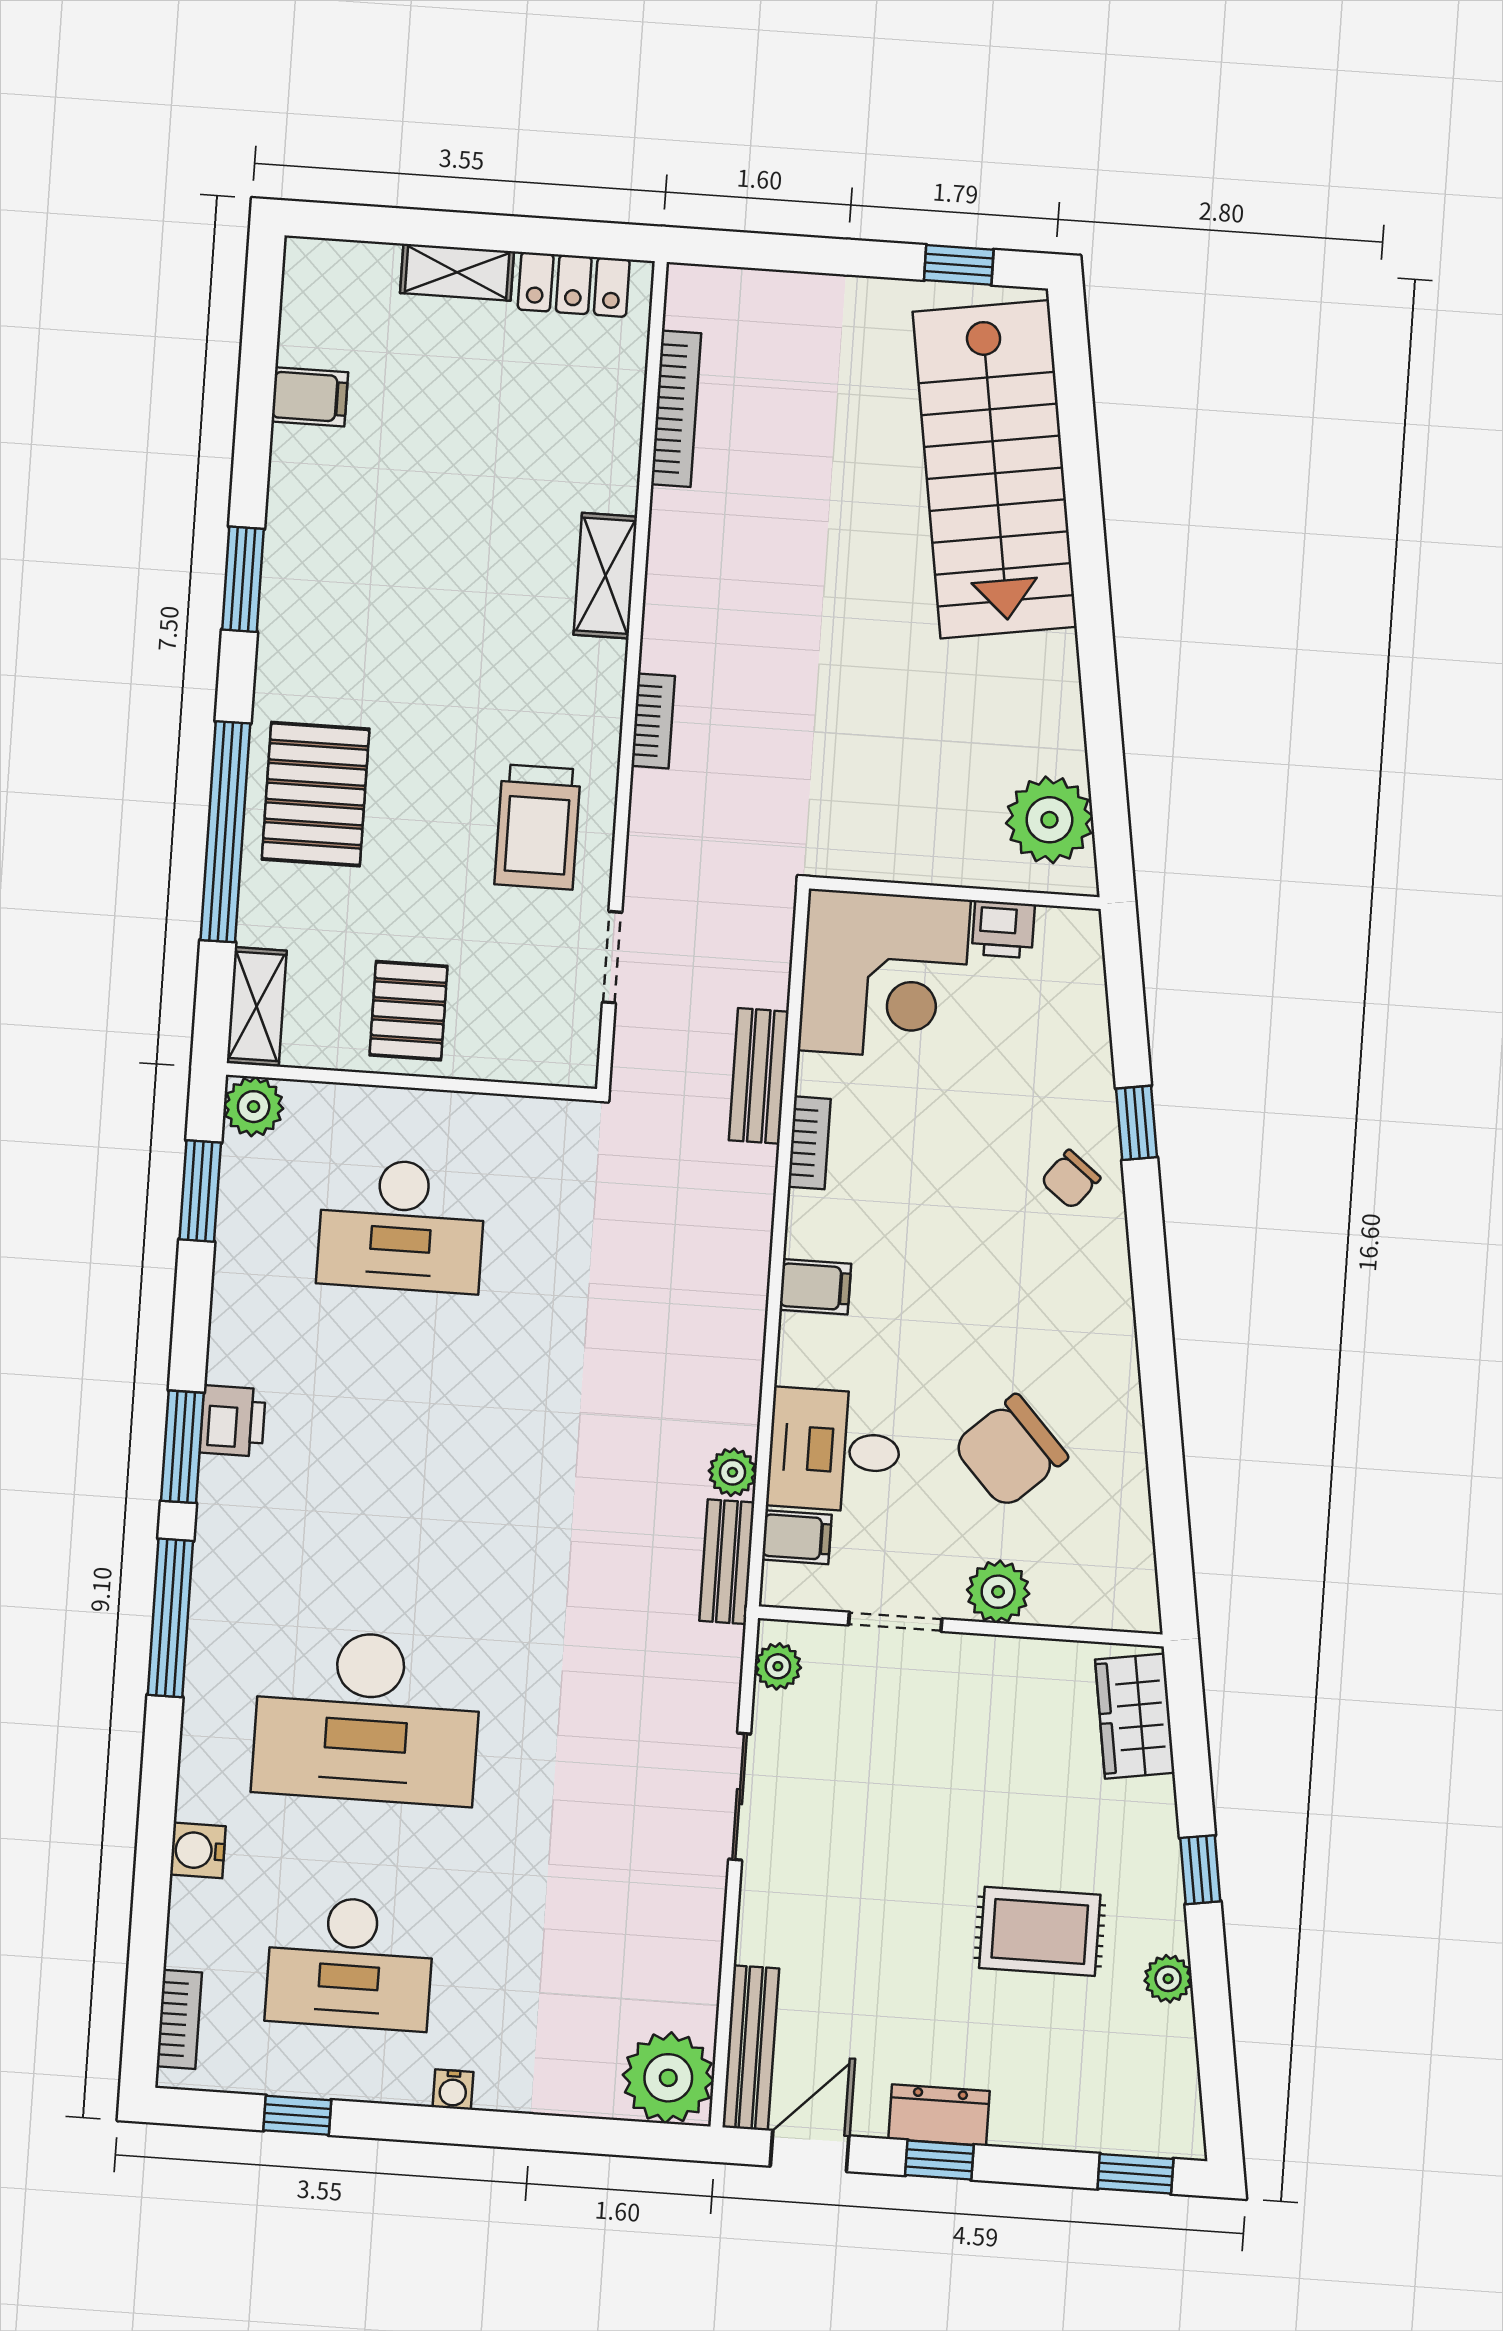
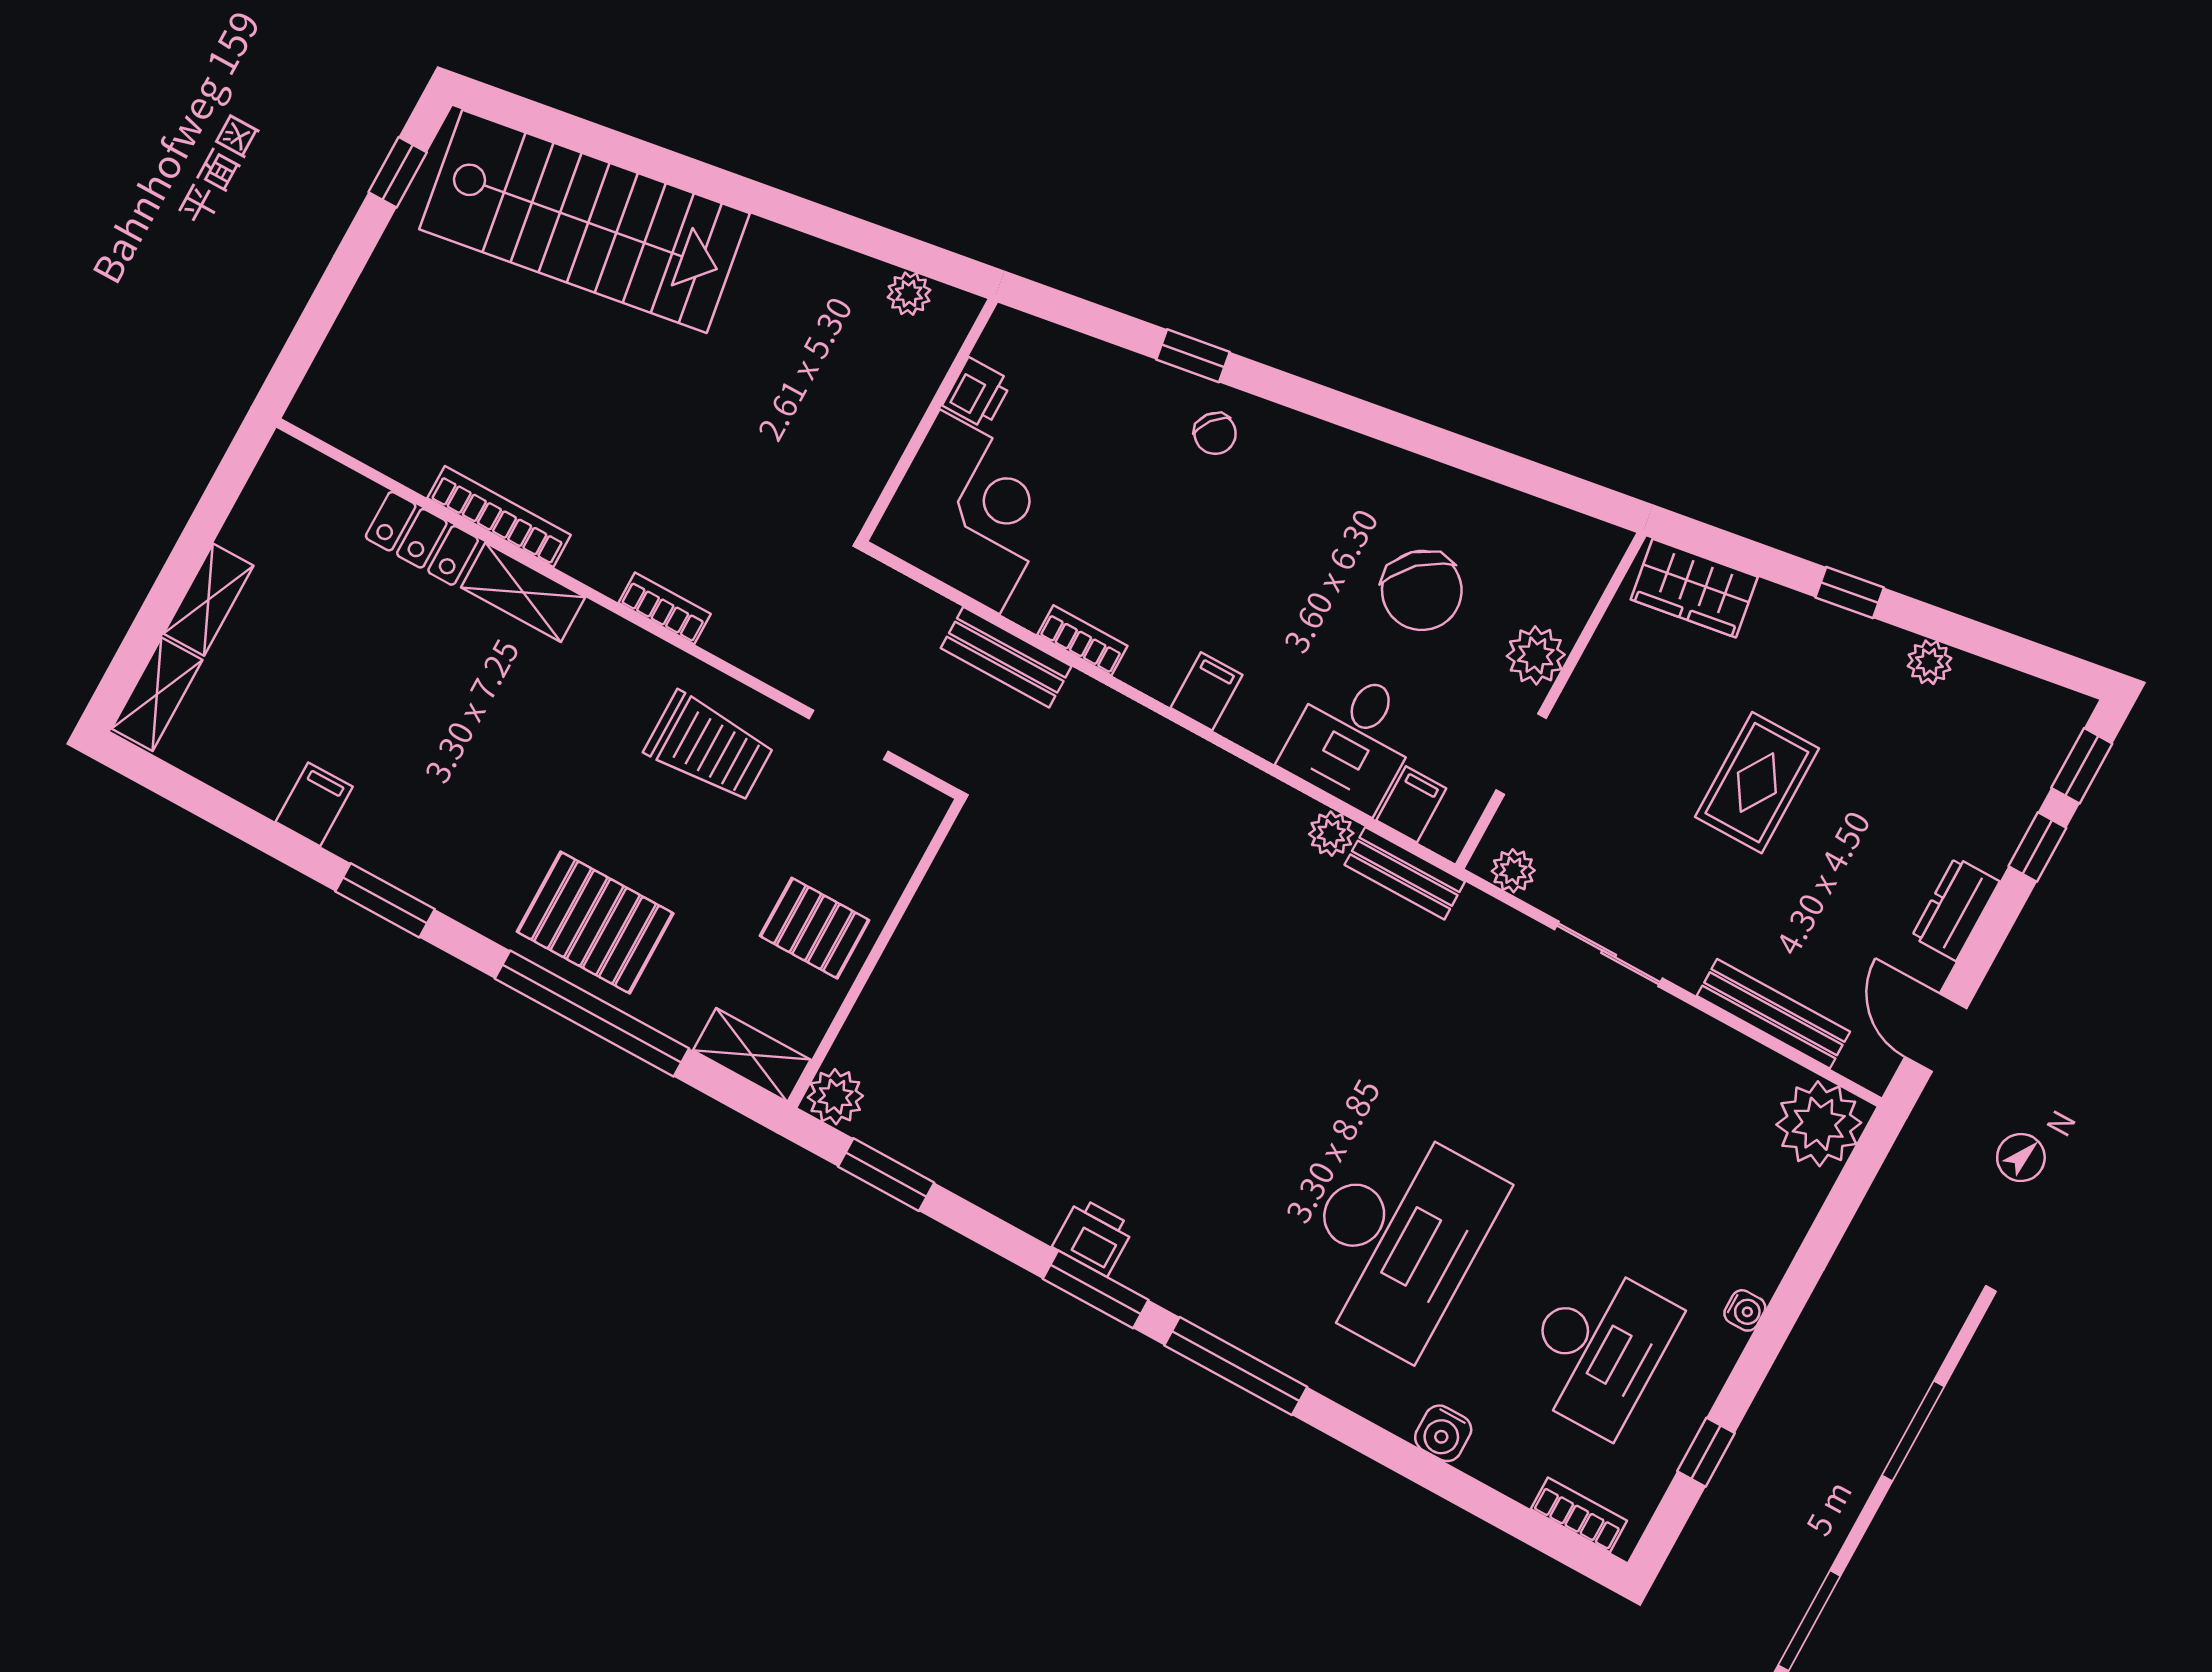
shelving: (342, 264) -> (157, 694), added
locker: (574, 284) -> (422, 538), moved, turned 90
filing cabinet: (310, 397) -> (314, 804), moved
bookcase: (676, 409) -> (499, 517), moved
plant: (1049, 820) -> (909, 294), width x0.53, depth x0.53
desk: (401, 1225) -> (994, 1018), removed
rug: (1040, 1931) -> (1757, 783), moved
bench: (751, 2048) -> (1773, 1014), moved
window: (939, 2160) -> (2037, 847), moved

